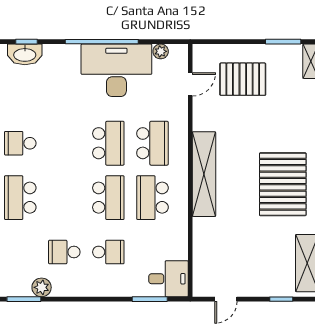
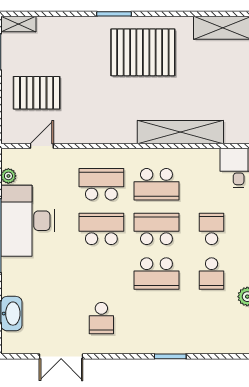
pallet: (243, 79) -> (37, 93), turned 90
door: (190, 84) -> (42, 146), hinge flipped
shelving: (204, 174) -> (180, 132), moved
school desk: (20, 198) -> (156, 274), moved

